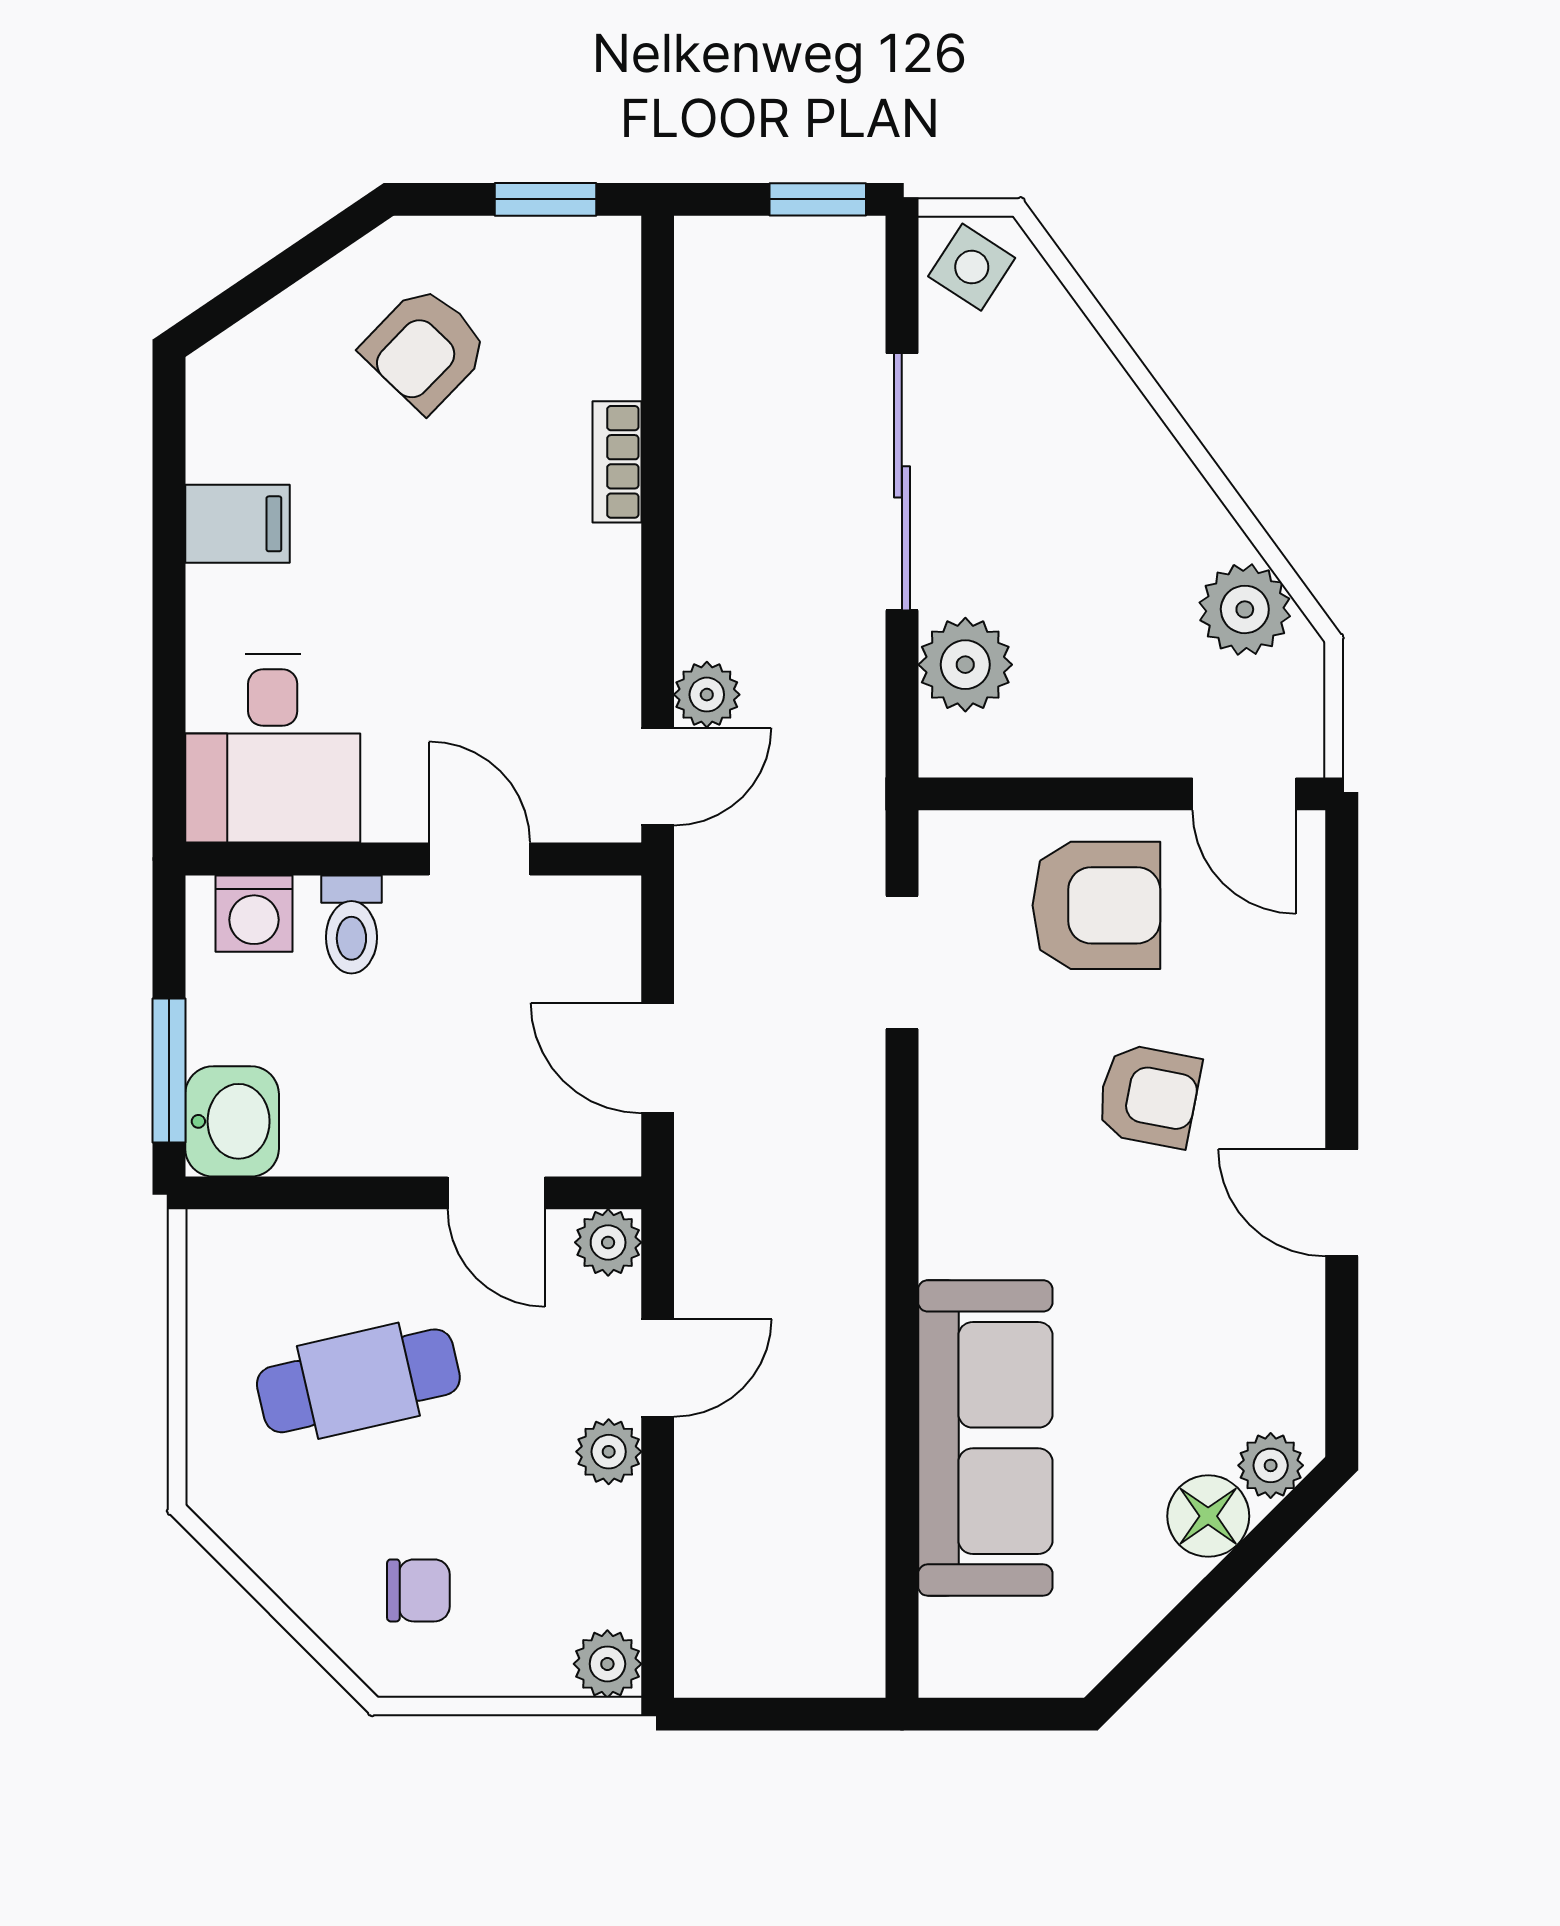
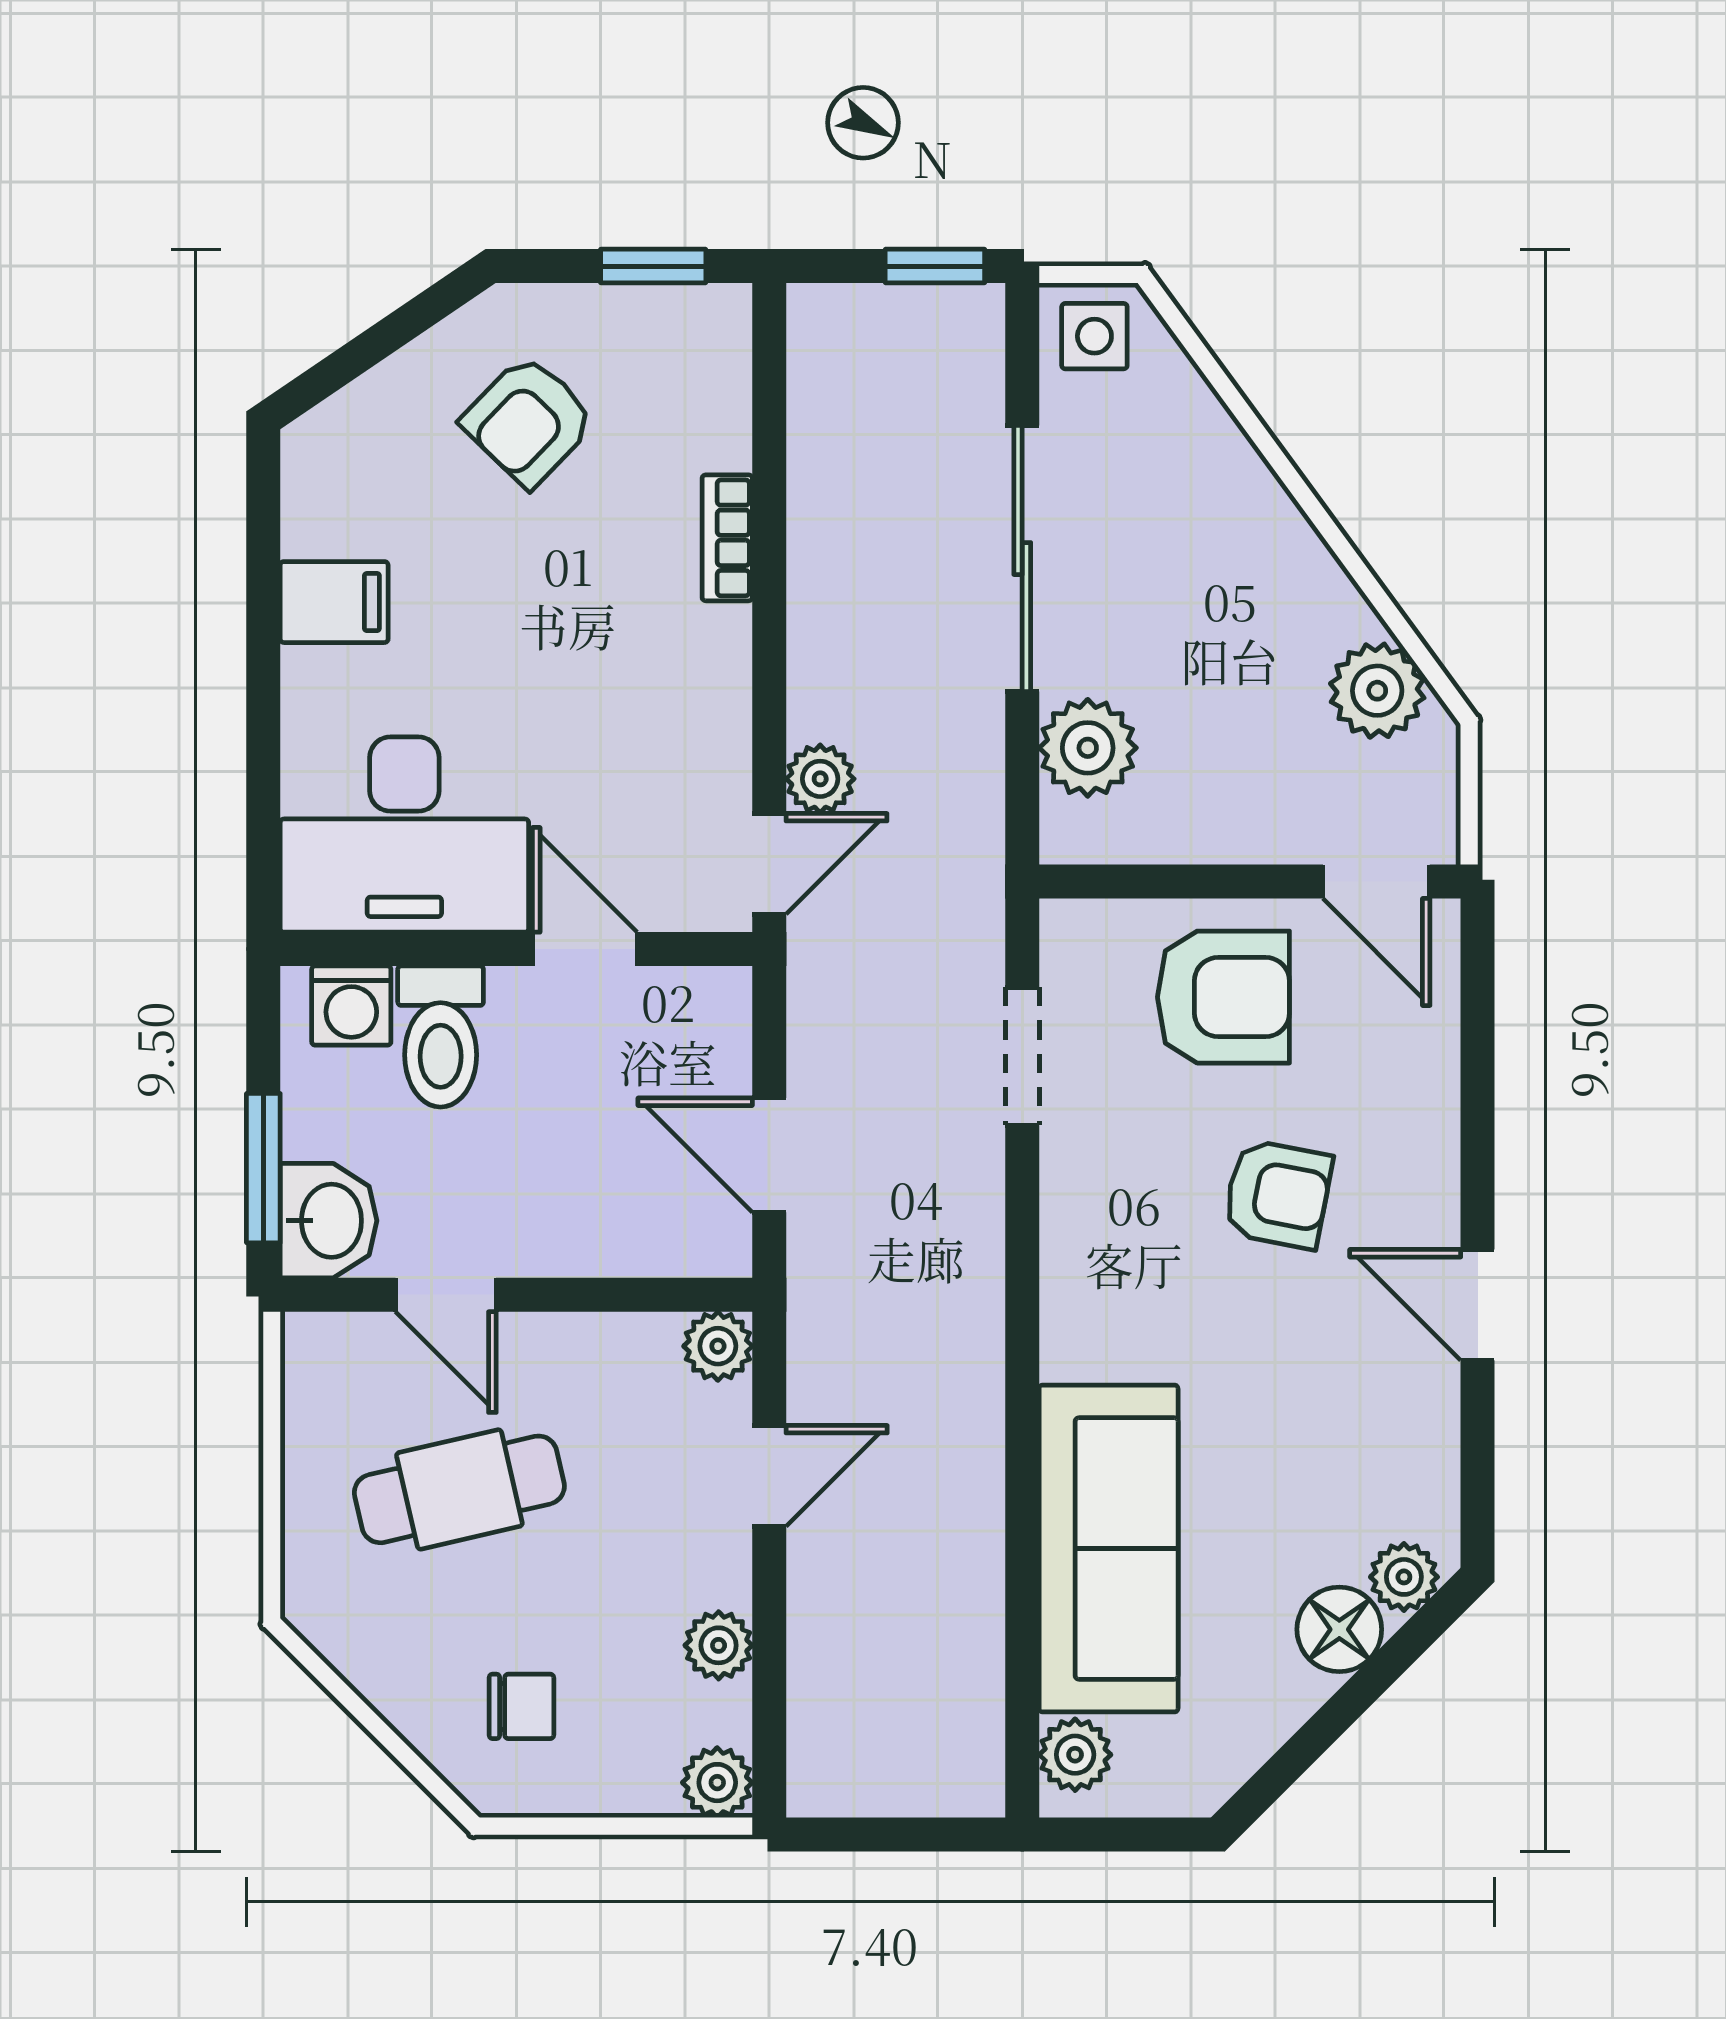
side table: (972, 267) -> (1094, 336), turned -33
desk: (273, 748) -> (404, 835), width x1.37
toilet: (351, 924) -> (441, 1037), width x1.37, depth x1.39
door: (496, 1193) -> (446, 1295), moved
plant: (609, 1452) -> (719, 1645), moved
plant: (953, 1637) -> (1075, 1755), added

